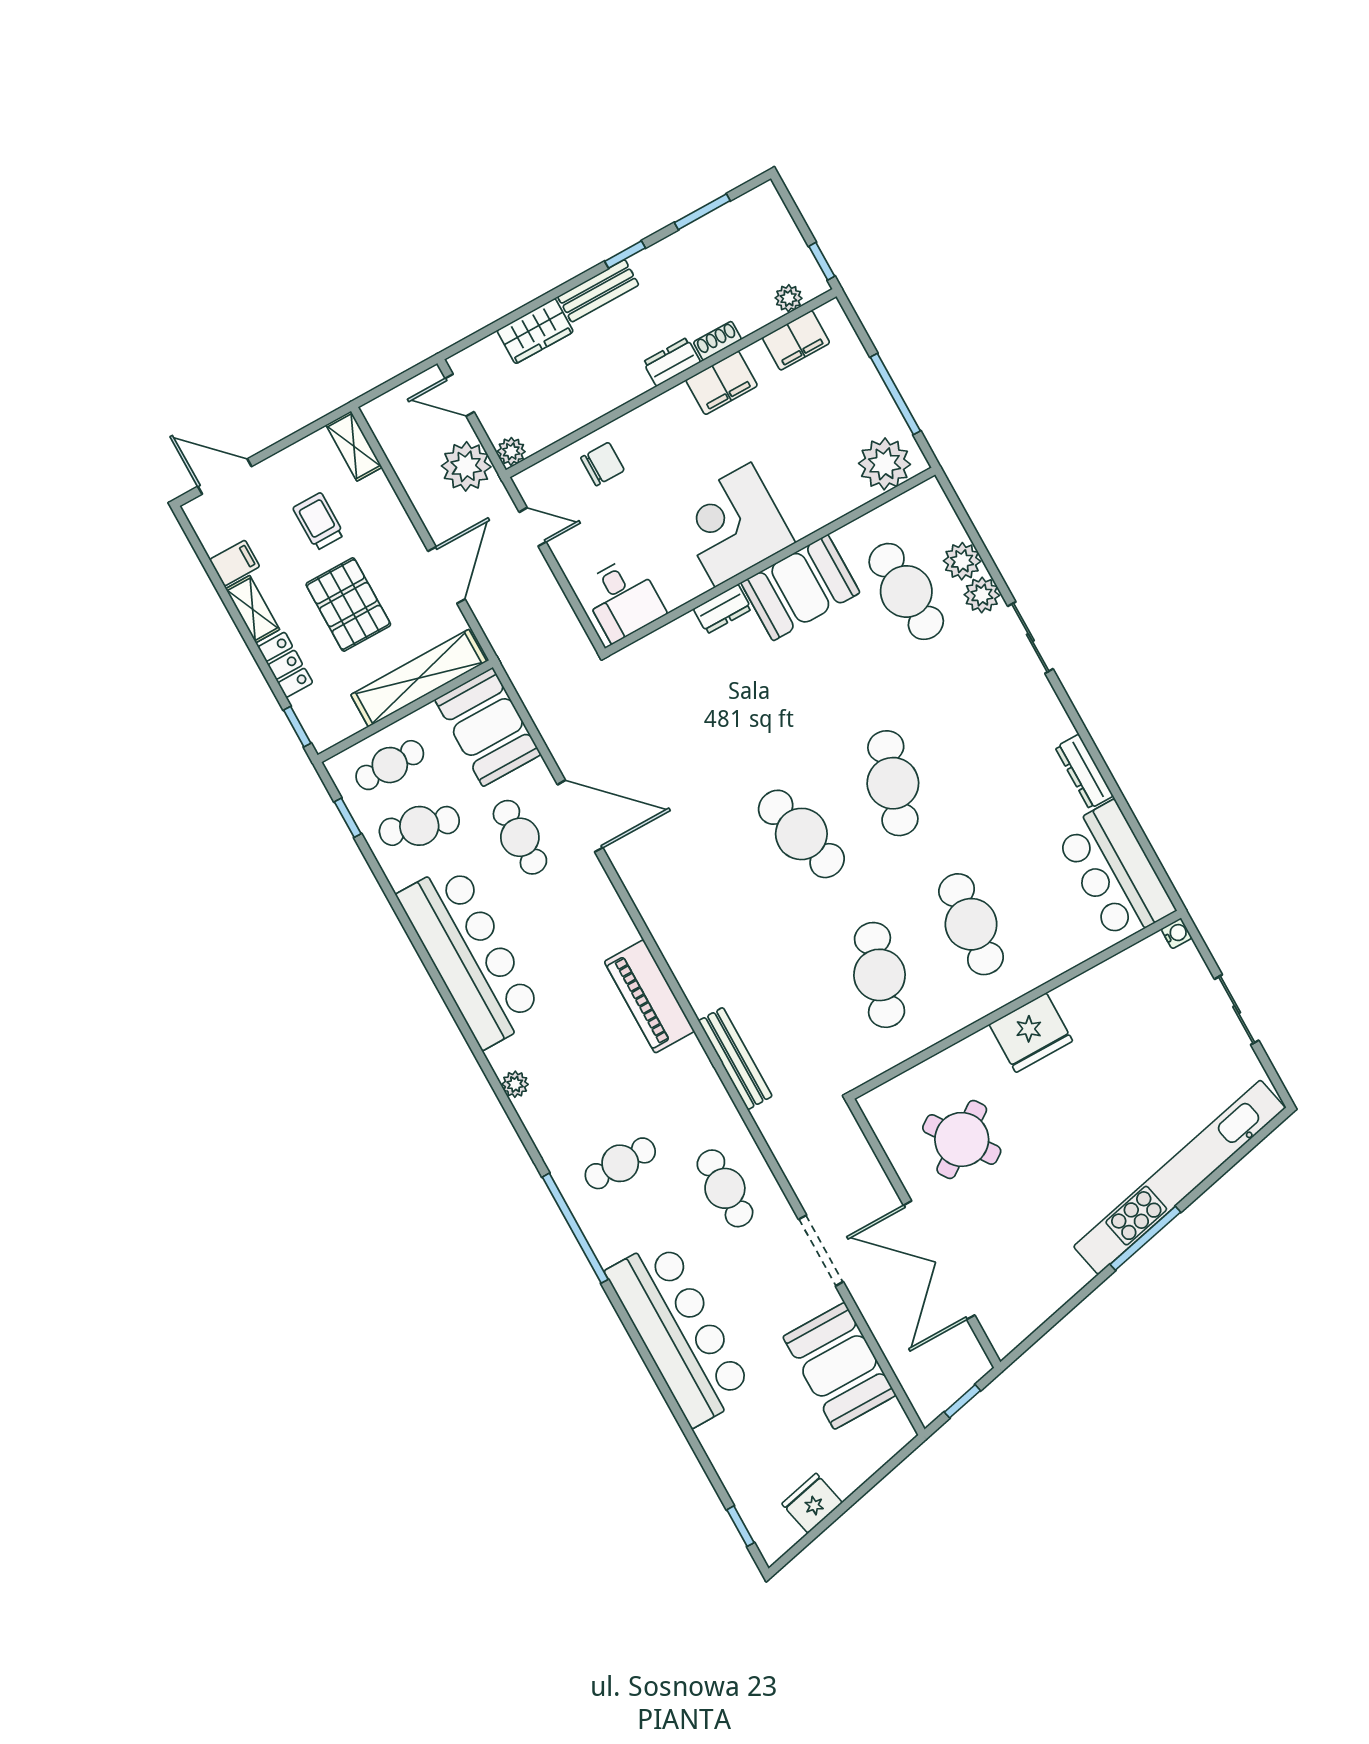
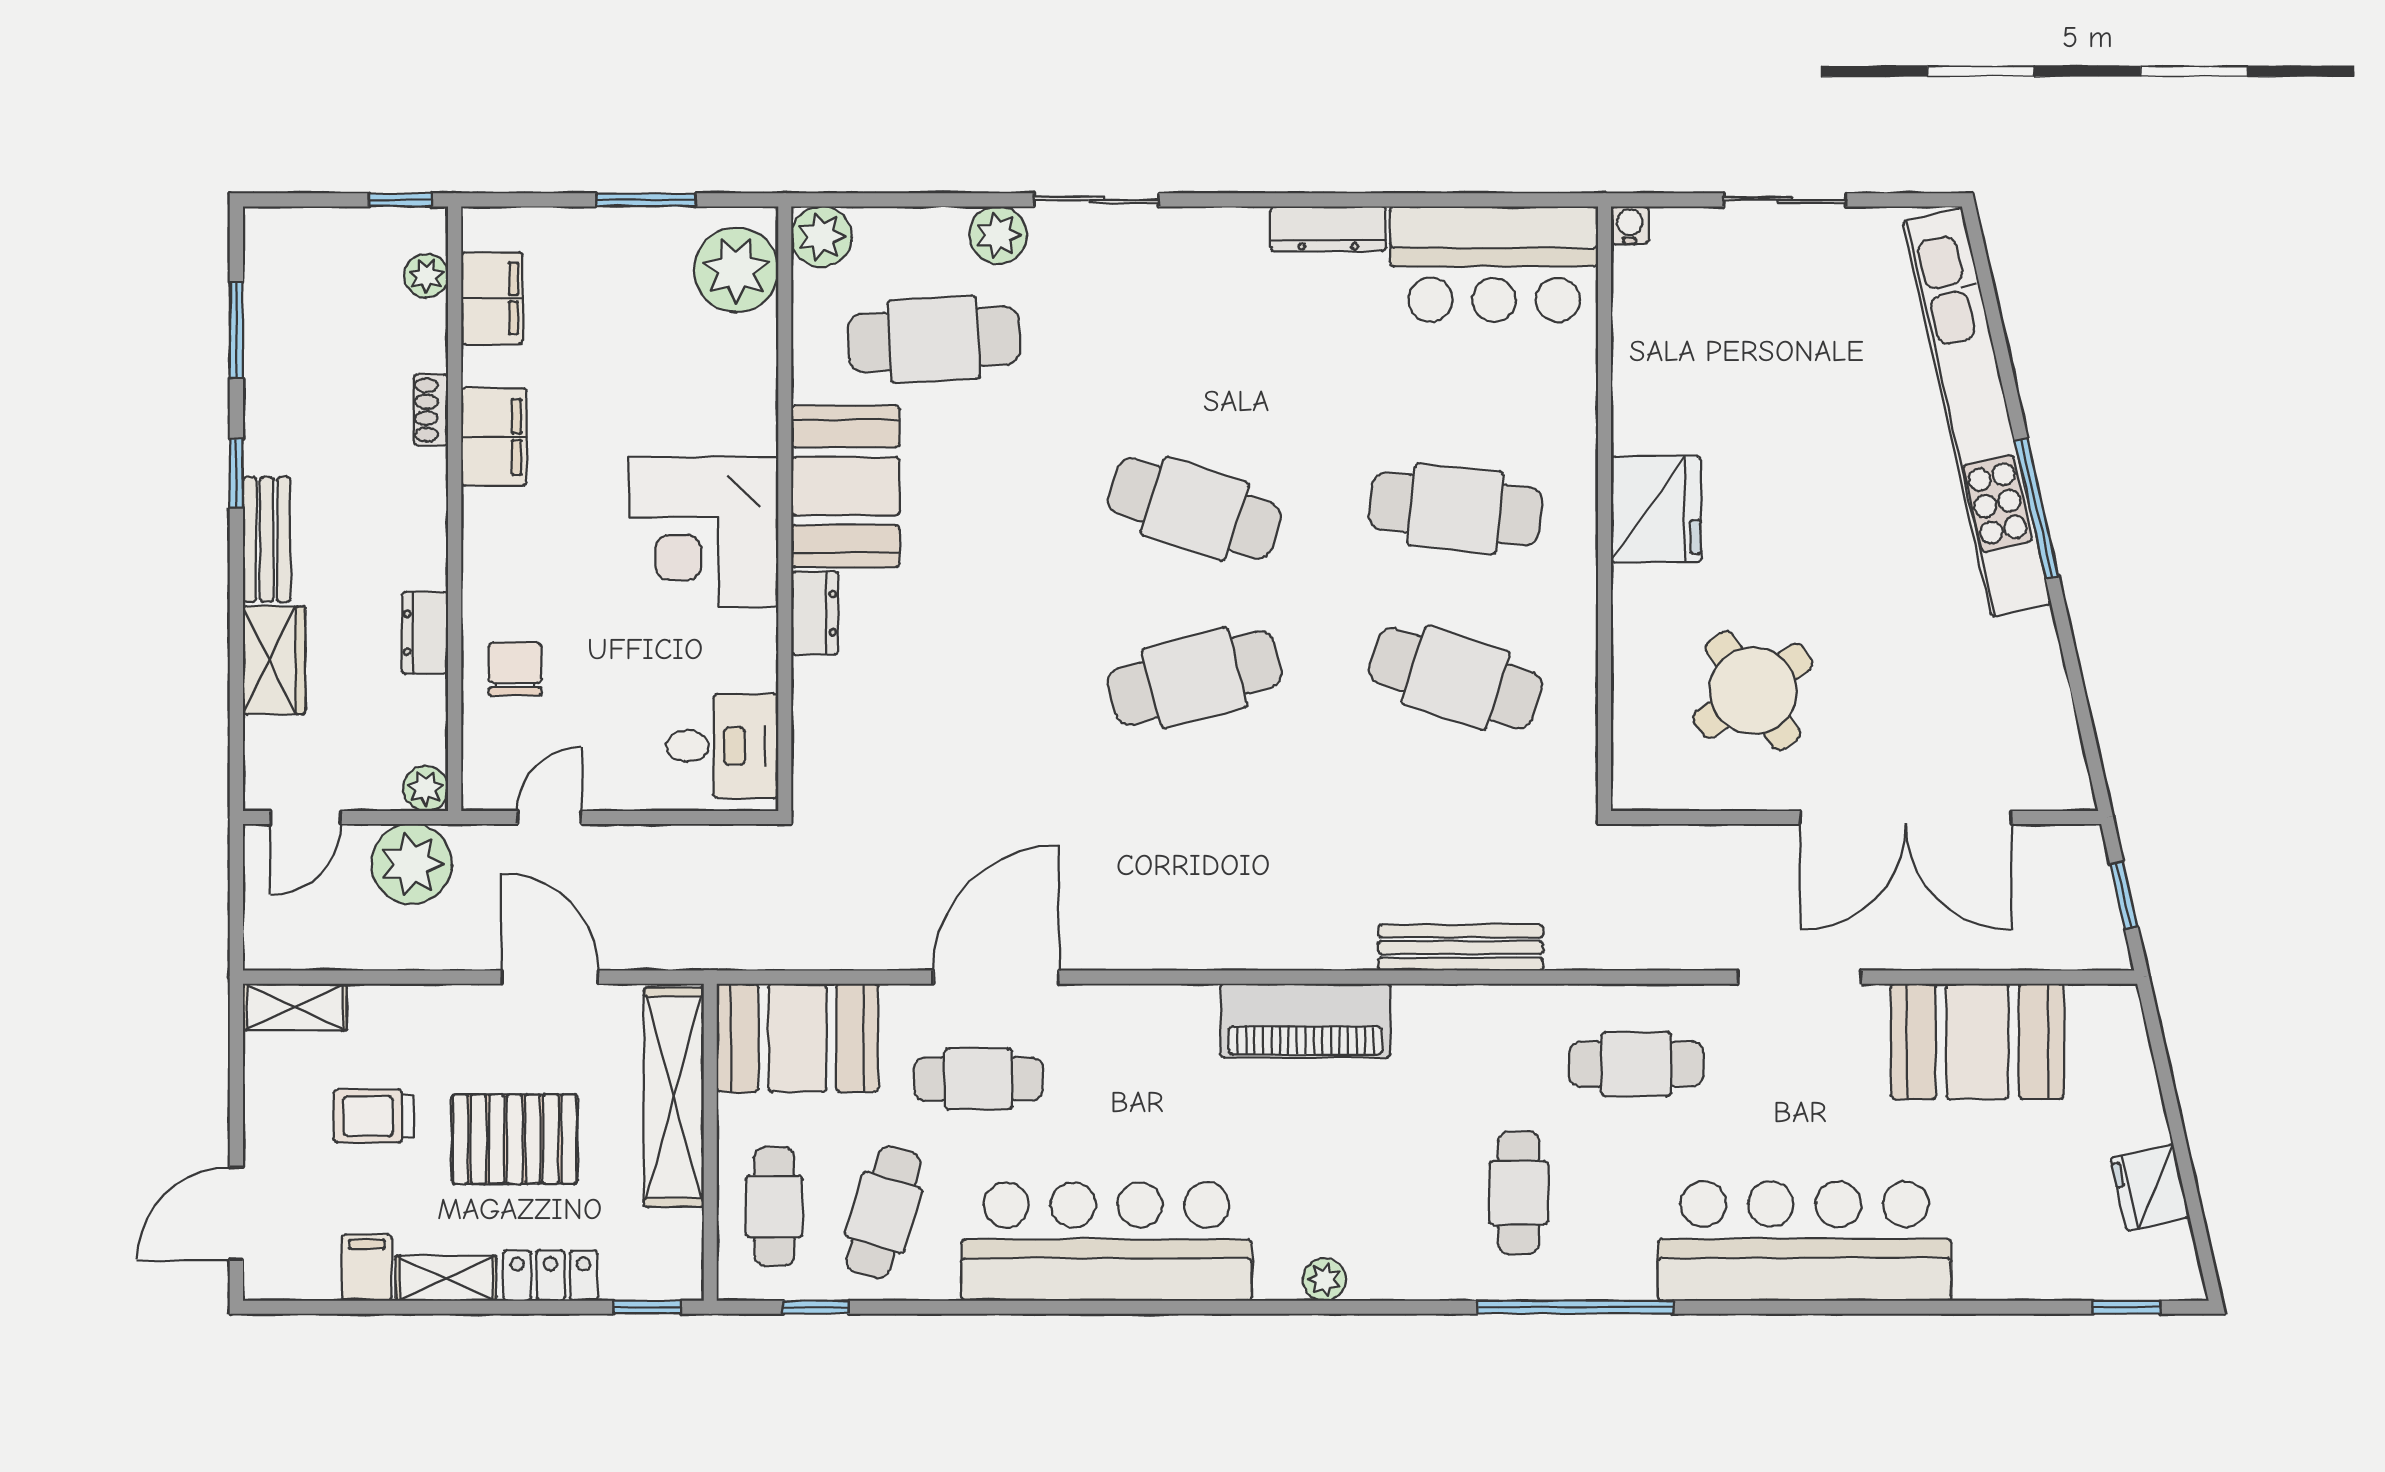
dresser: (672, 362) -> (425, 633), moved
window: (895, 394) -> (646, 200), width x0.69
plant: (962, 561) -> (821, 237), moved

